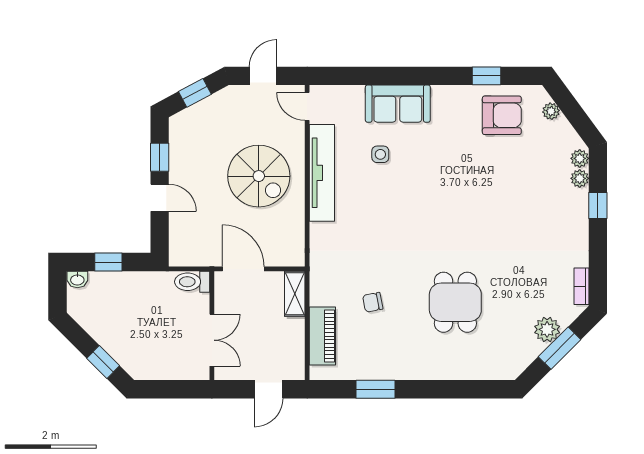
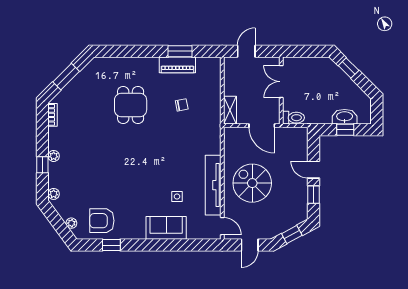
plant: (580, 178) -> (54, 156), moved
washbasin: (77, 279) -> (345, 117), moved, width x1.91, depth x1.45
plant: (547, 329) -> (74, 88), removed
piano: (322, 336) -> (177, 65), moved, turned -90

